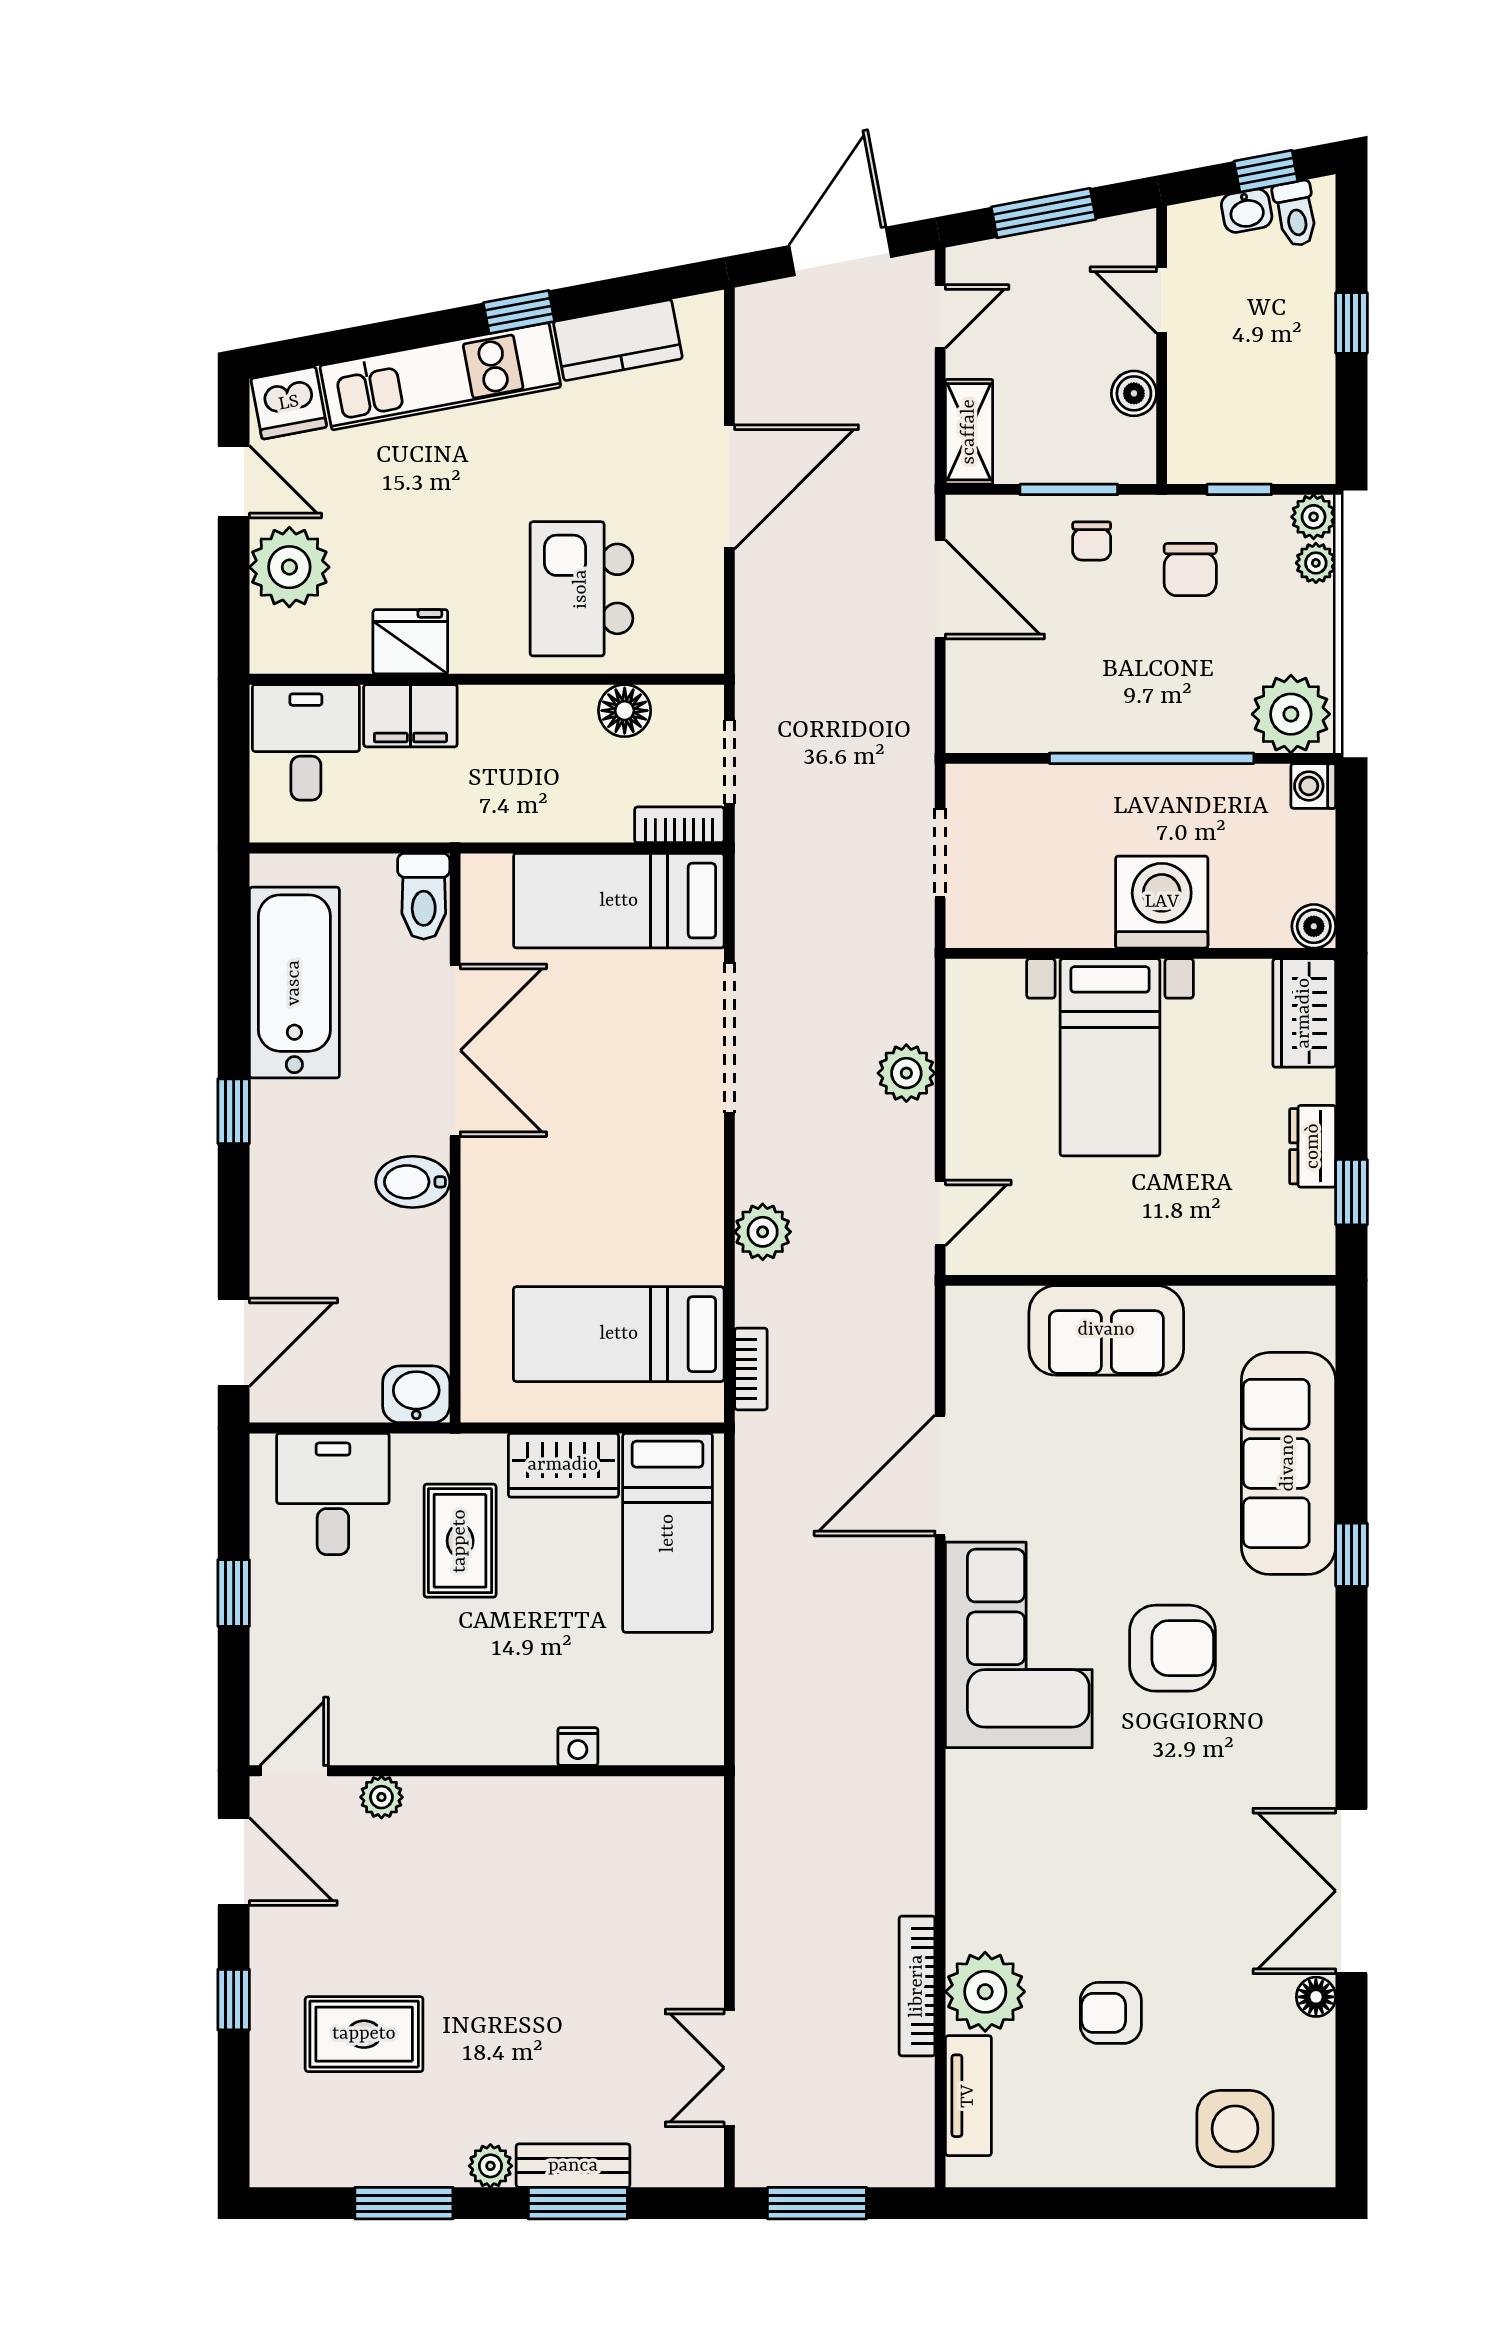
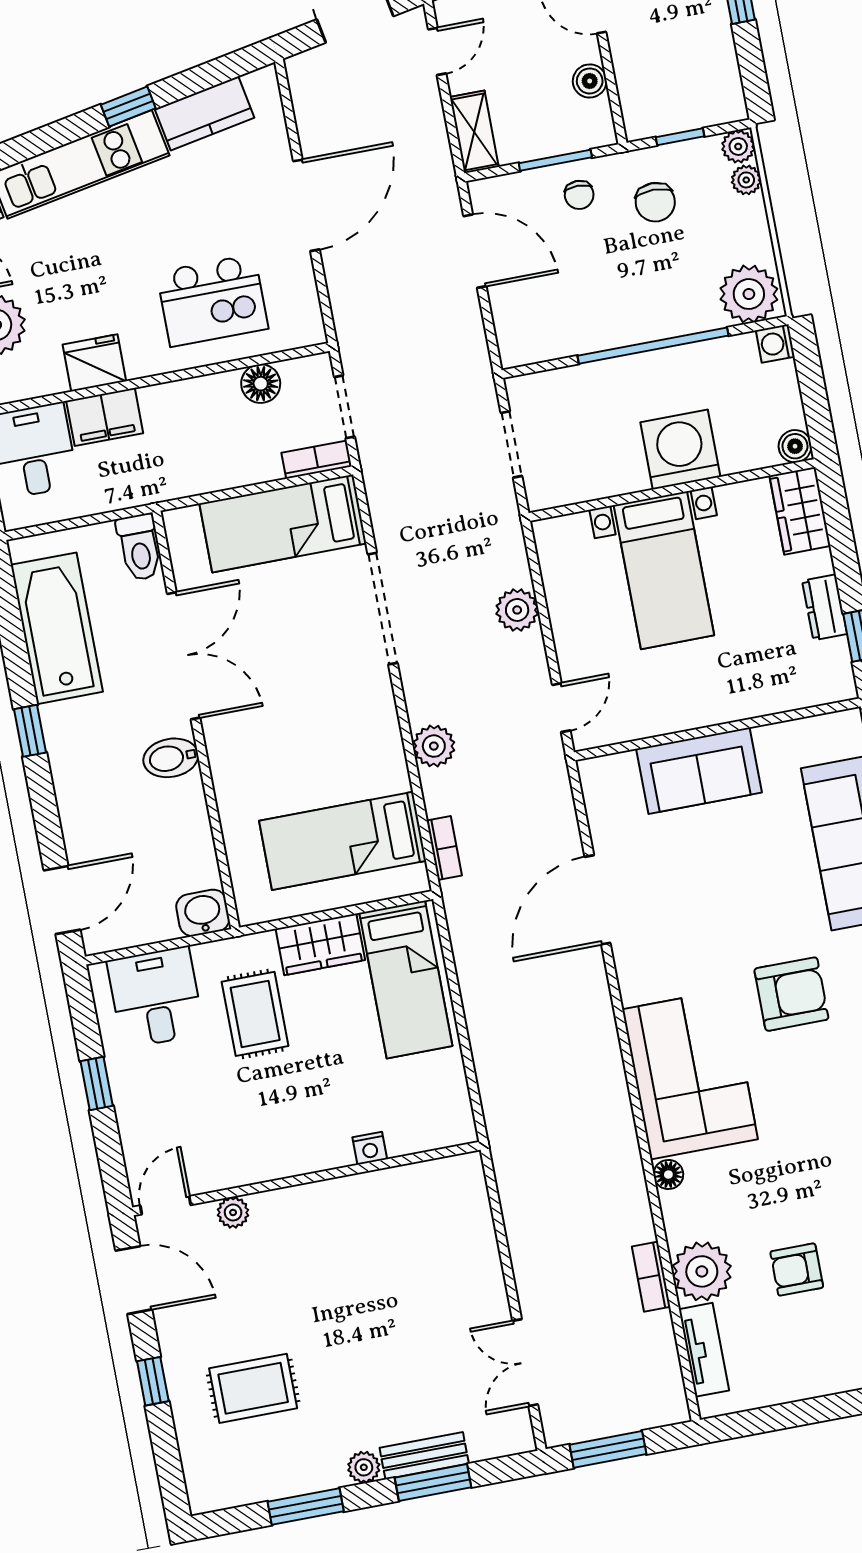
kitchen island: (581, 589) -> (212, 300), turned -90
corner sofa: (1019, 1645) -> (690, 1074), moved
floor lamp: (965, 1856) -> (668, 1175), added
bookcase: (917, 1986) -> (651, 1277), width x0.64

